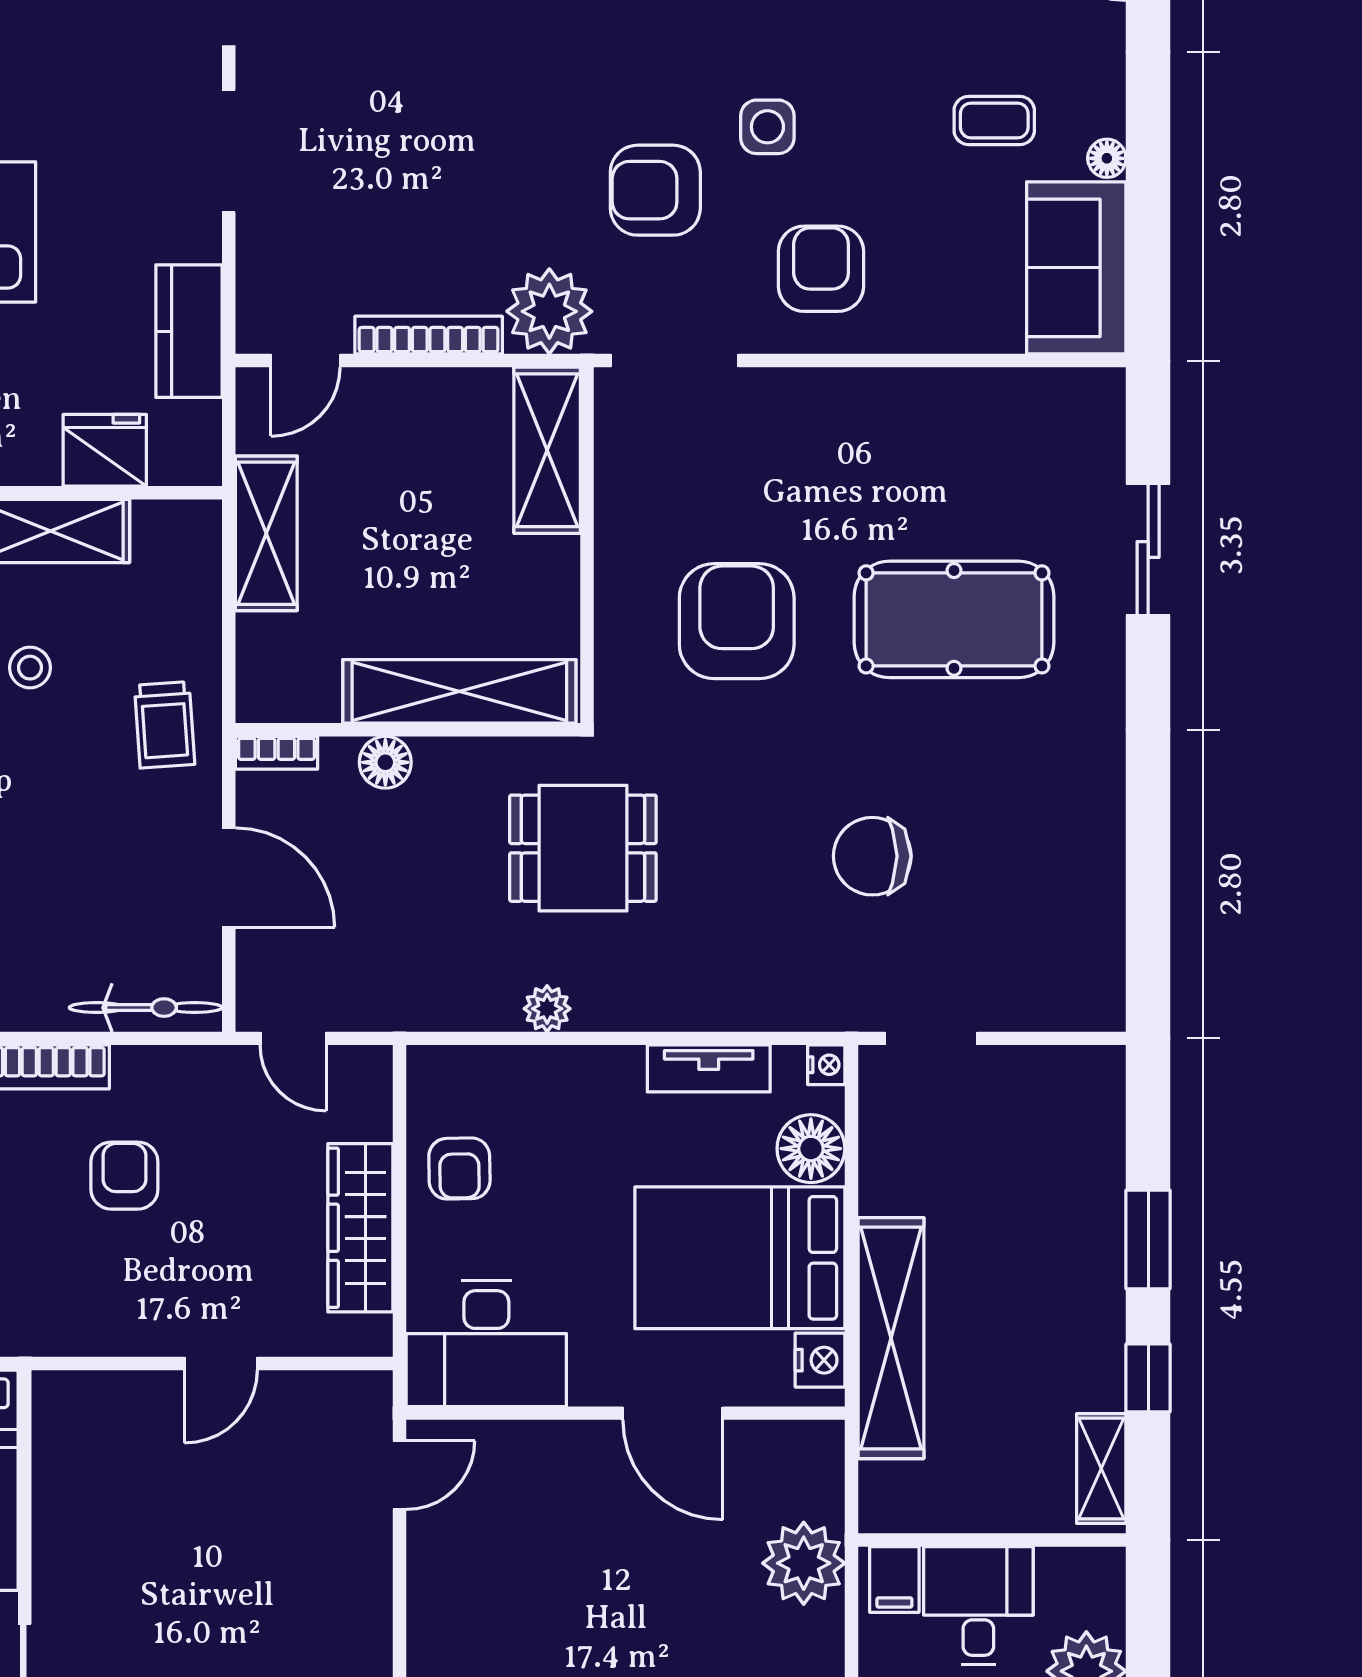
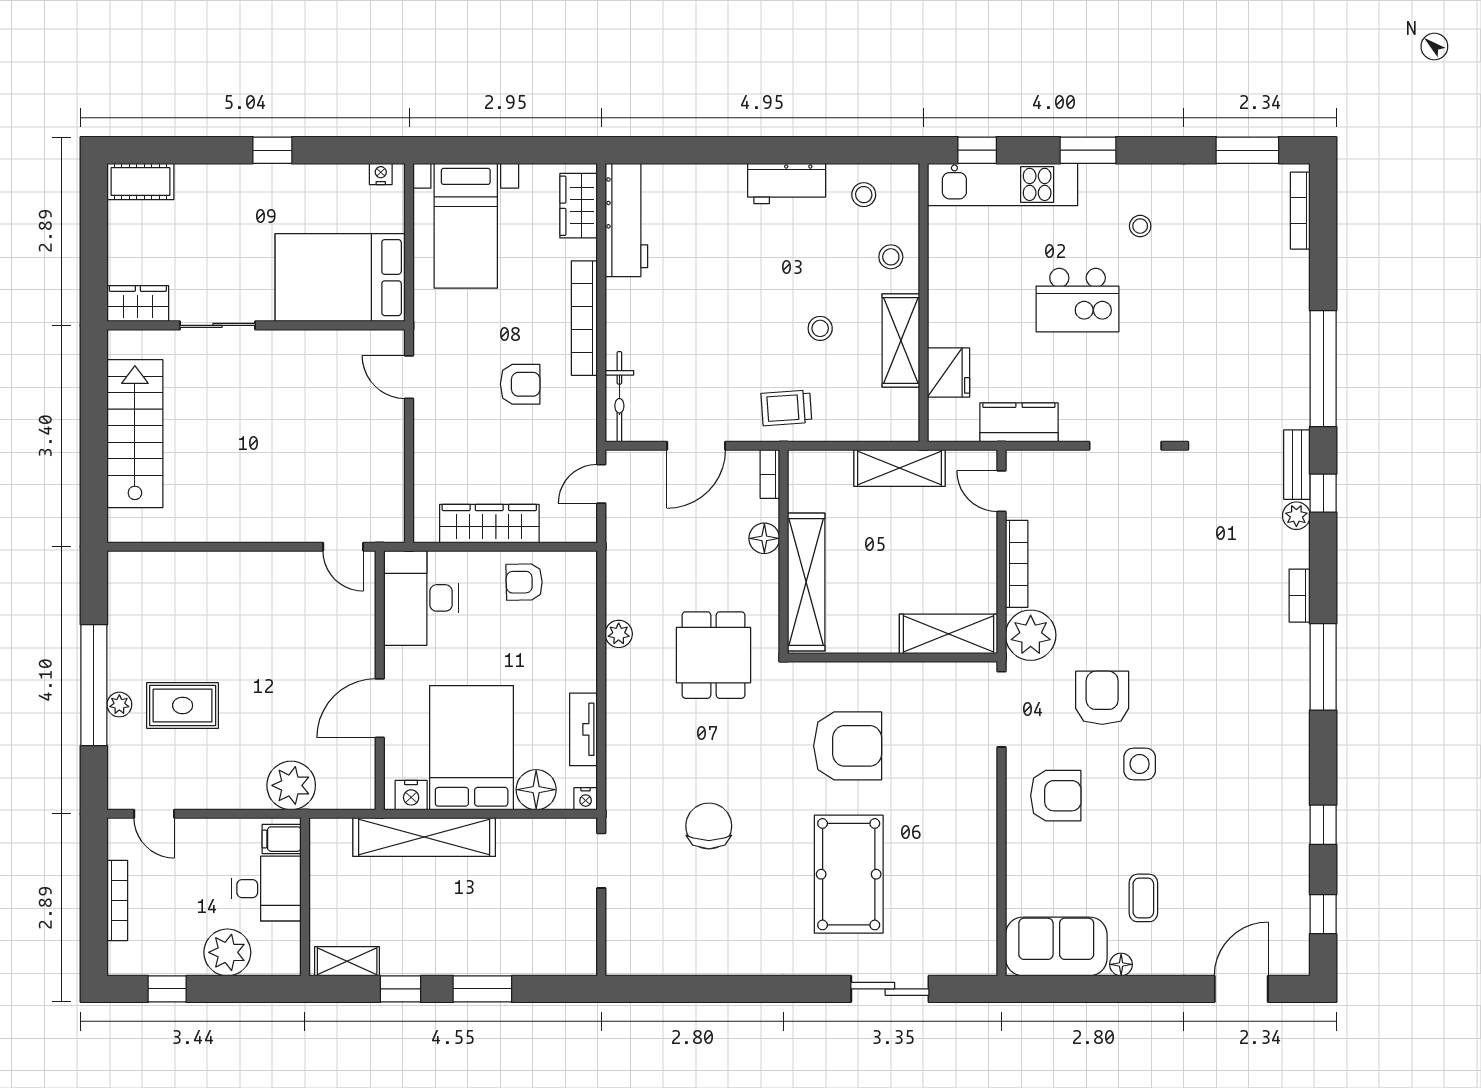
door: (221, 1364) -> (409, 377), moved

